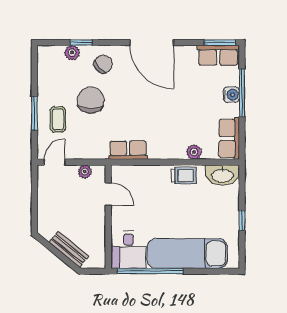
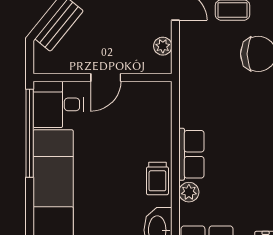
row of seats: (128, 150) -> (191, 154), moved
door: (108, 194) -> (106, 78), moved

